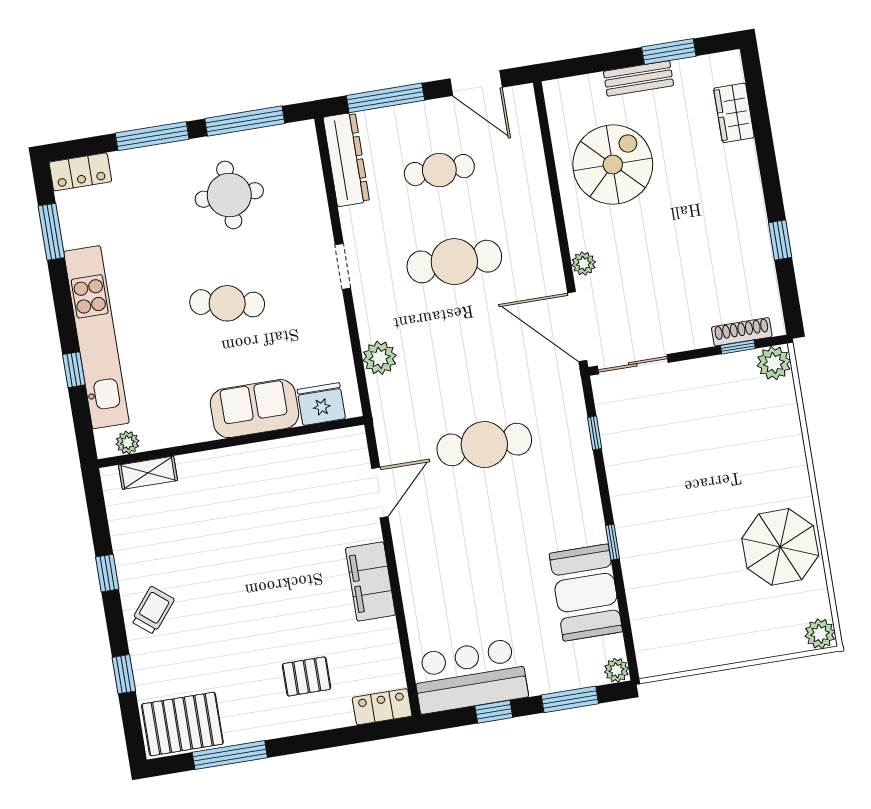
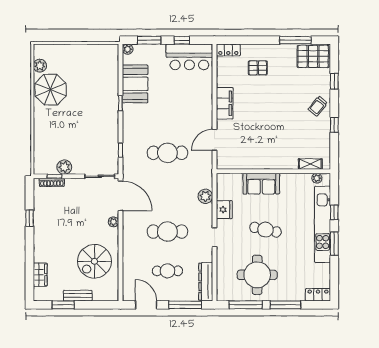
round table: (229, 195) -> (257, 275), width x1.36, depth x1.36
window: (51, 232) -> (334, 244), moved
plant: (774, 363) -> (64, 167), moved
fridge: (321, 404) -> (224, 210), moved, turned -90
plant: (820, 634) -> (40, 66), moved

